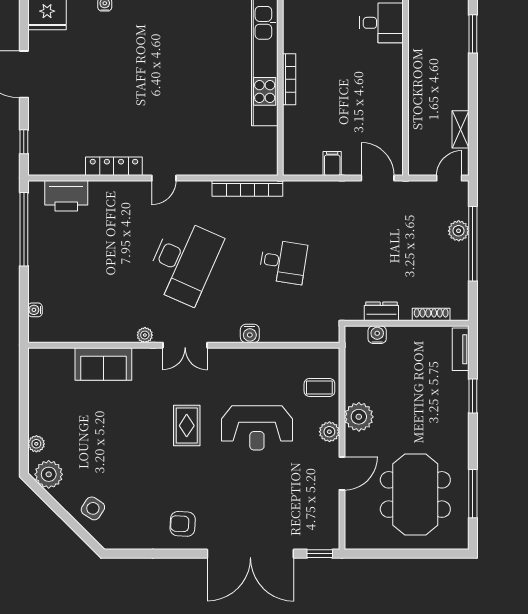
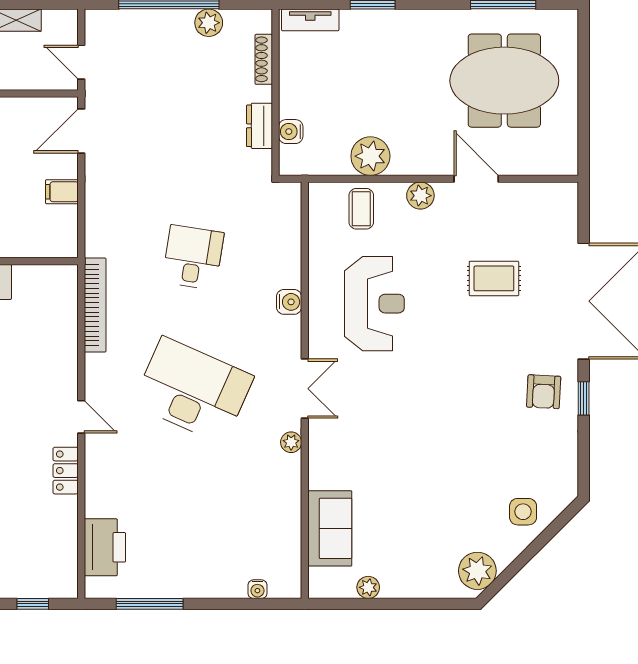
locker: (114, 166) -> (66, 471), width x0.66
door: (449, 178) -> (81, 62), moved
window: (24, 229) -> (150, 604), width x0.68
plant: (459, 231) -> (209, 23), moved
sofa: (103, 364) -> (330, 528), moved
plant: (359, 417) -> (370, 156), moved
rug: (187, 426) -> (494, 278), moved
reception desk: (257, 428) -> (374, 304), moved
plant: (36, 444) -> (368, 587), moved
side table: (93, 508) -> (523, 512), turned -33
window: (320, 554) -> (584, 398), moved

